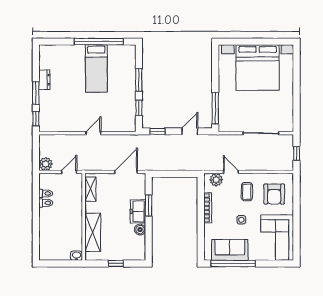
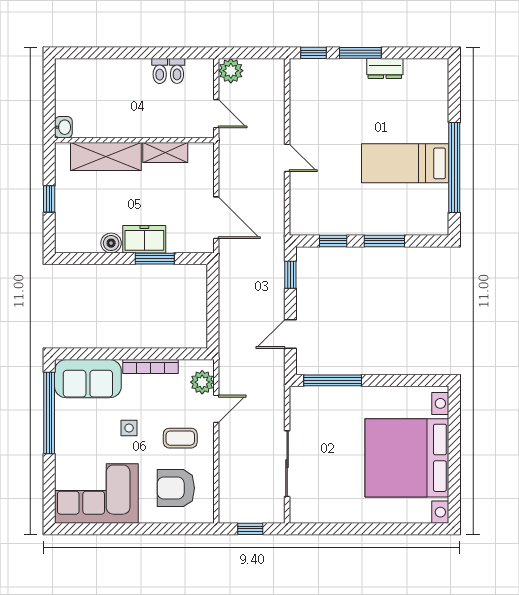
door: (190, 131) -> (290, 334), swing flipped
shelving: (90, 189) -> (165, 153), moved
sofa: (230, 250) -> (88, 379), moved, turned 90

